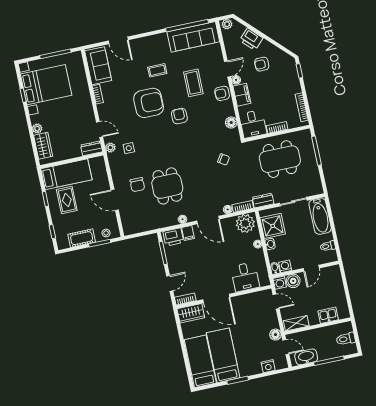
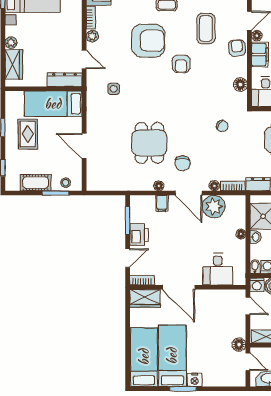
armchair: (222, 93) -> (237, 48), turned 84
armchair: (179, 116) -> (181, 64), turned 180
dresser: (92, 148) -> (65, 80), width x1.44
plant: (110, 148) -> (92, 36), moved
bed: (66, 174) -> (53, 104), moved, turned 180
chair: (137, 185) -> (183, 163), moved
plant: (245, 223) -> (214, 207), moved
printer: (173, 237) -> (139, 235), moved, turned -90
nightstand: (268, 366) -> (195, 380), moved

